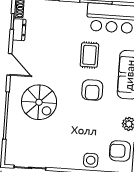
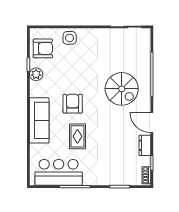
dresser: (19, 30) -> (145, 145), moved
spiral stairs: (39, 102) -> (122, 89), turned 180

